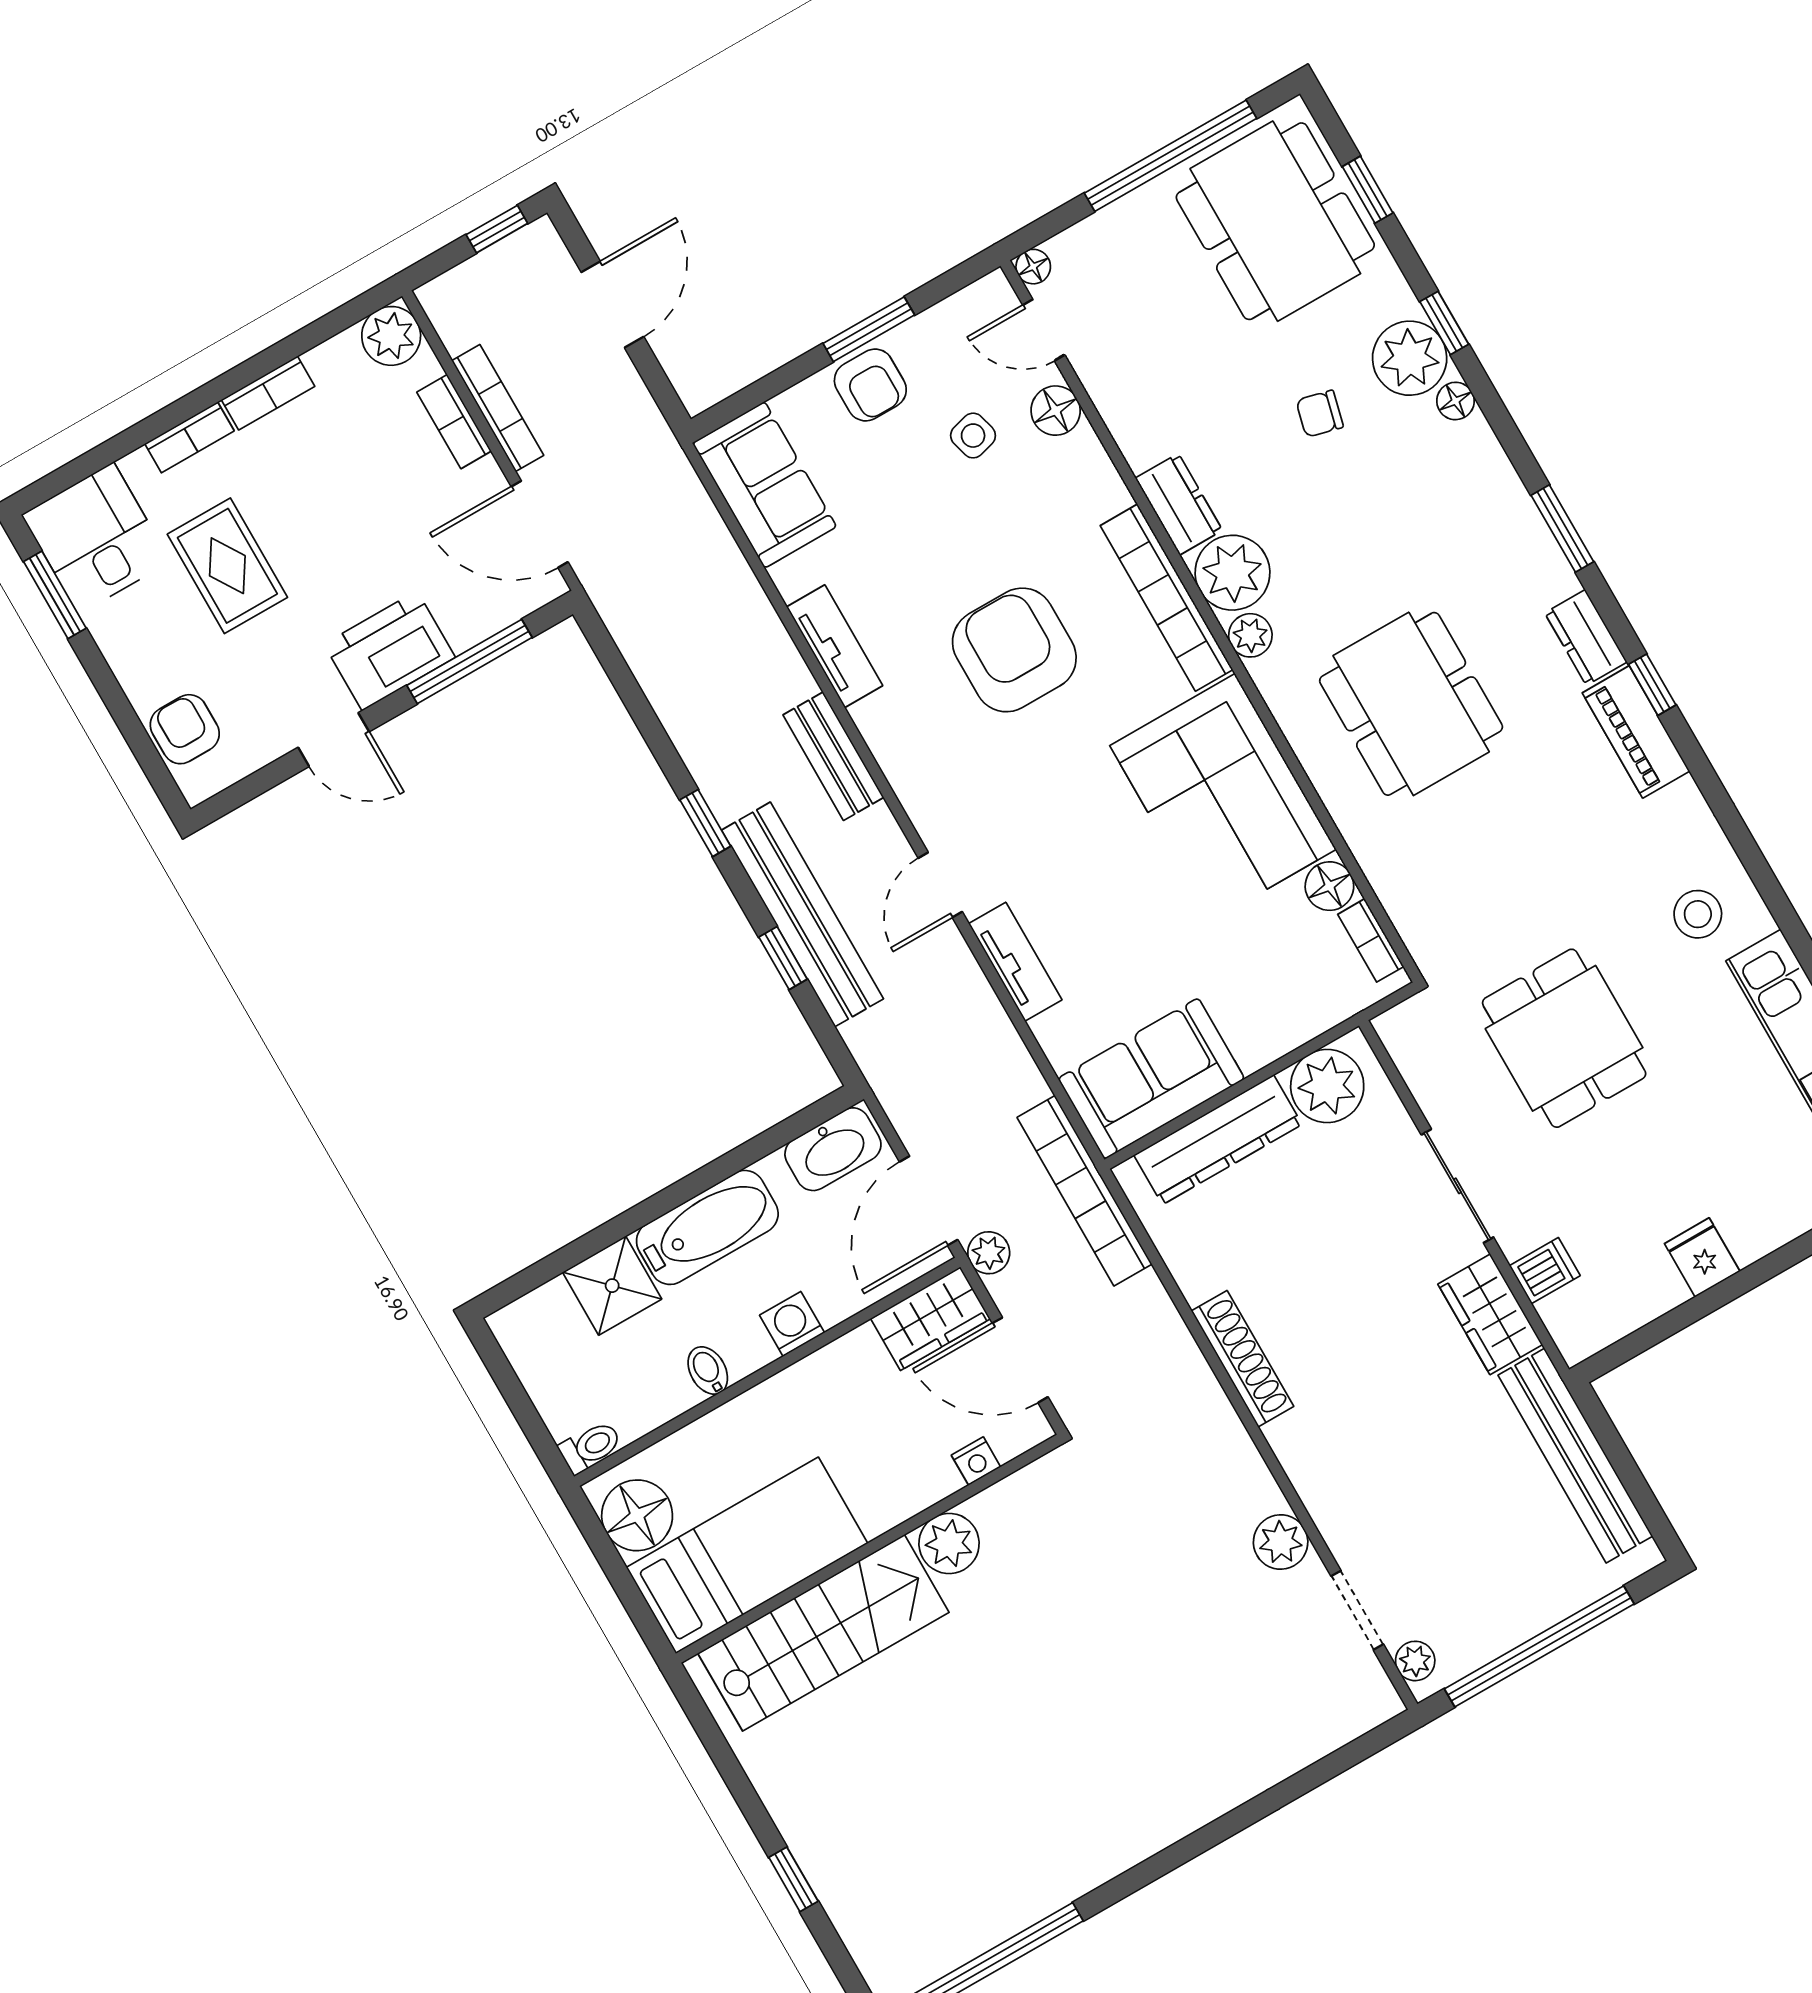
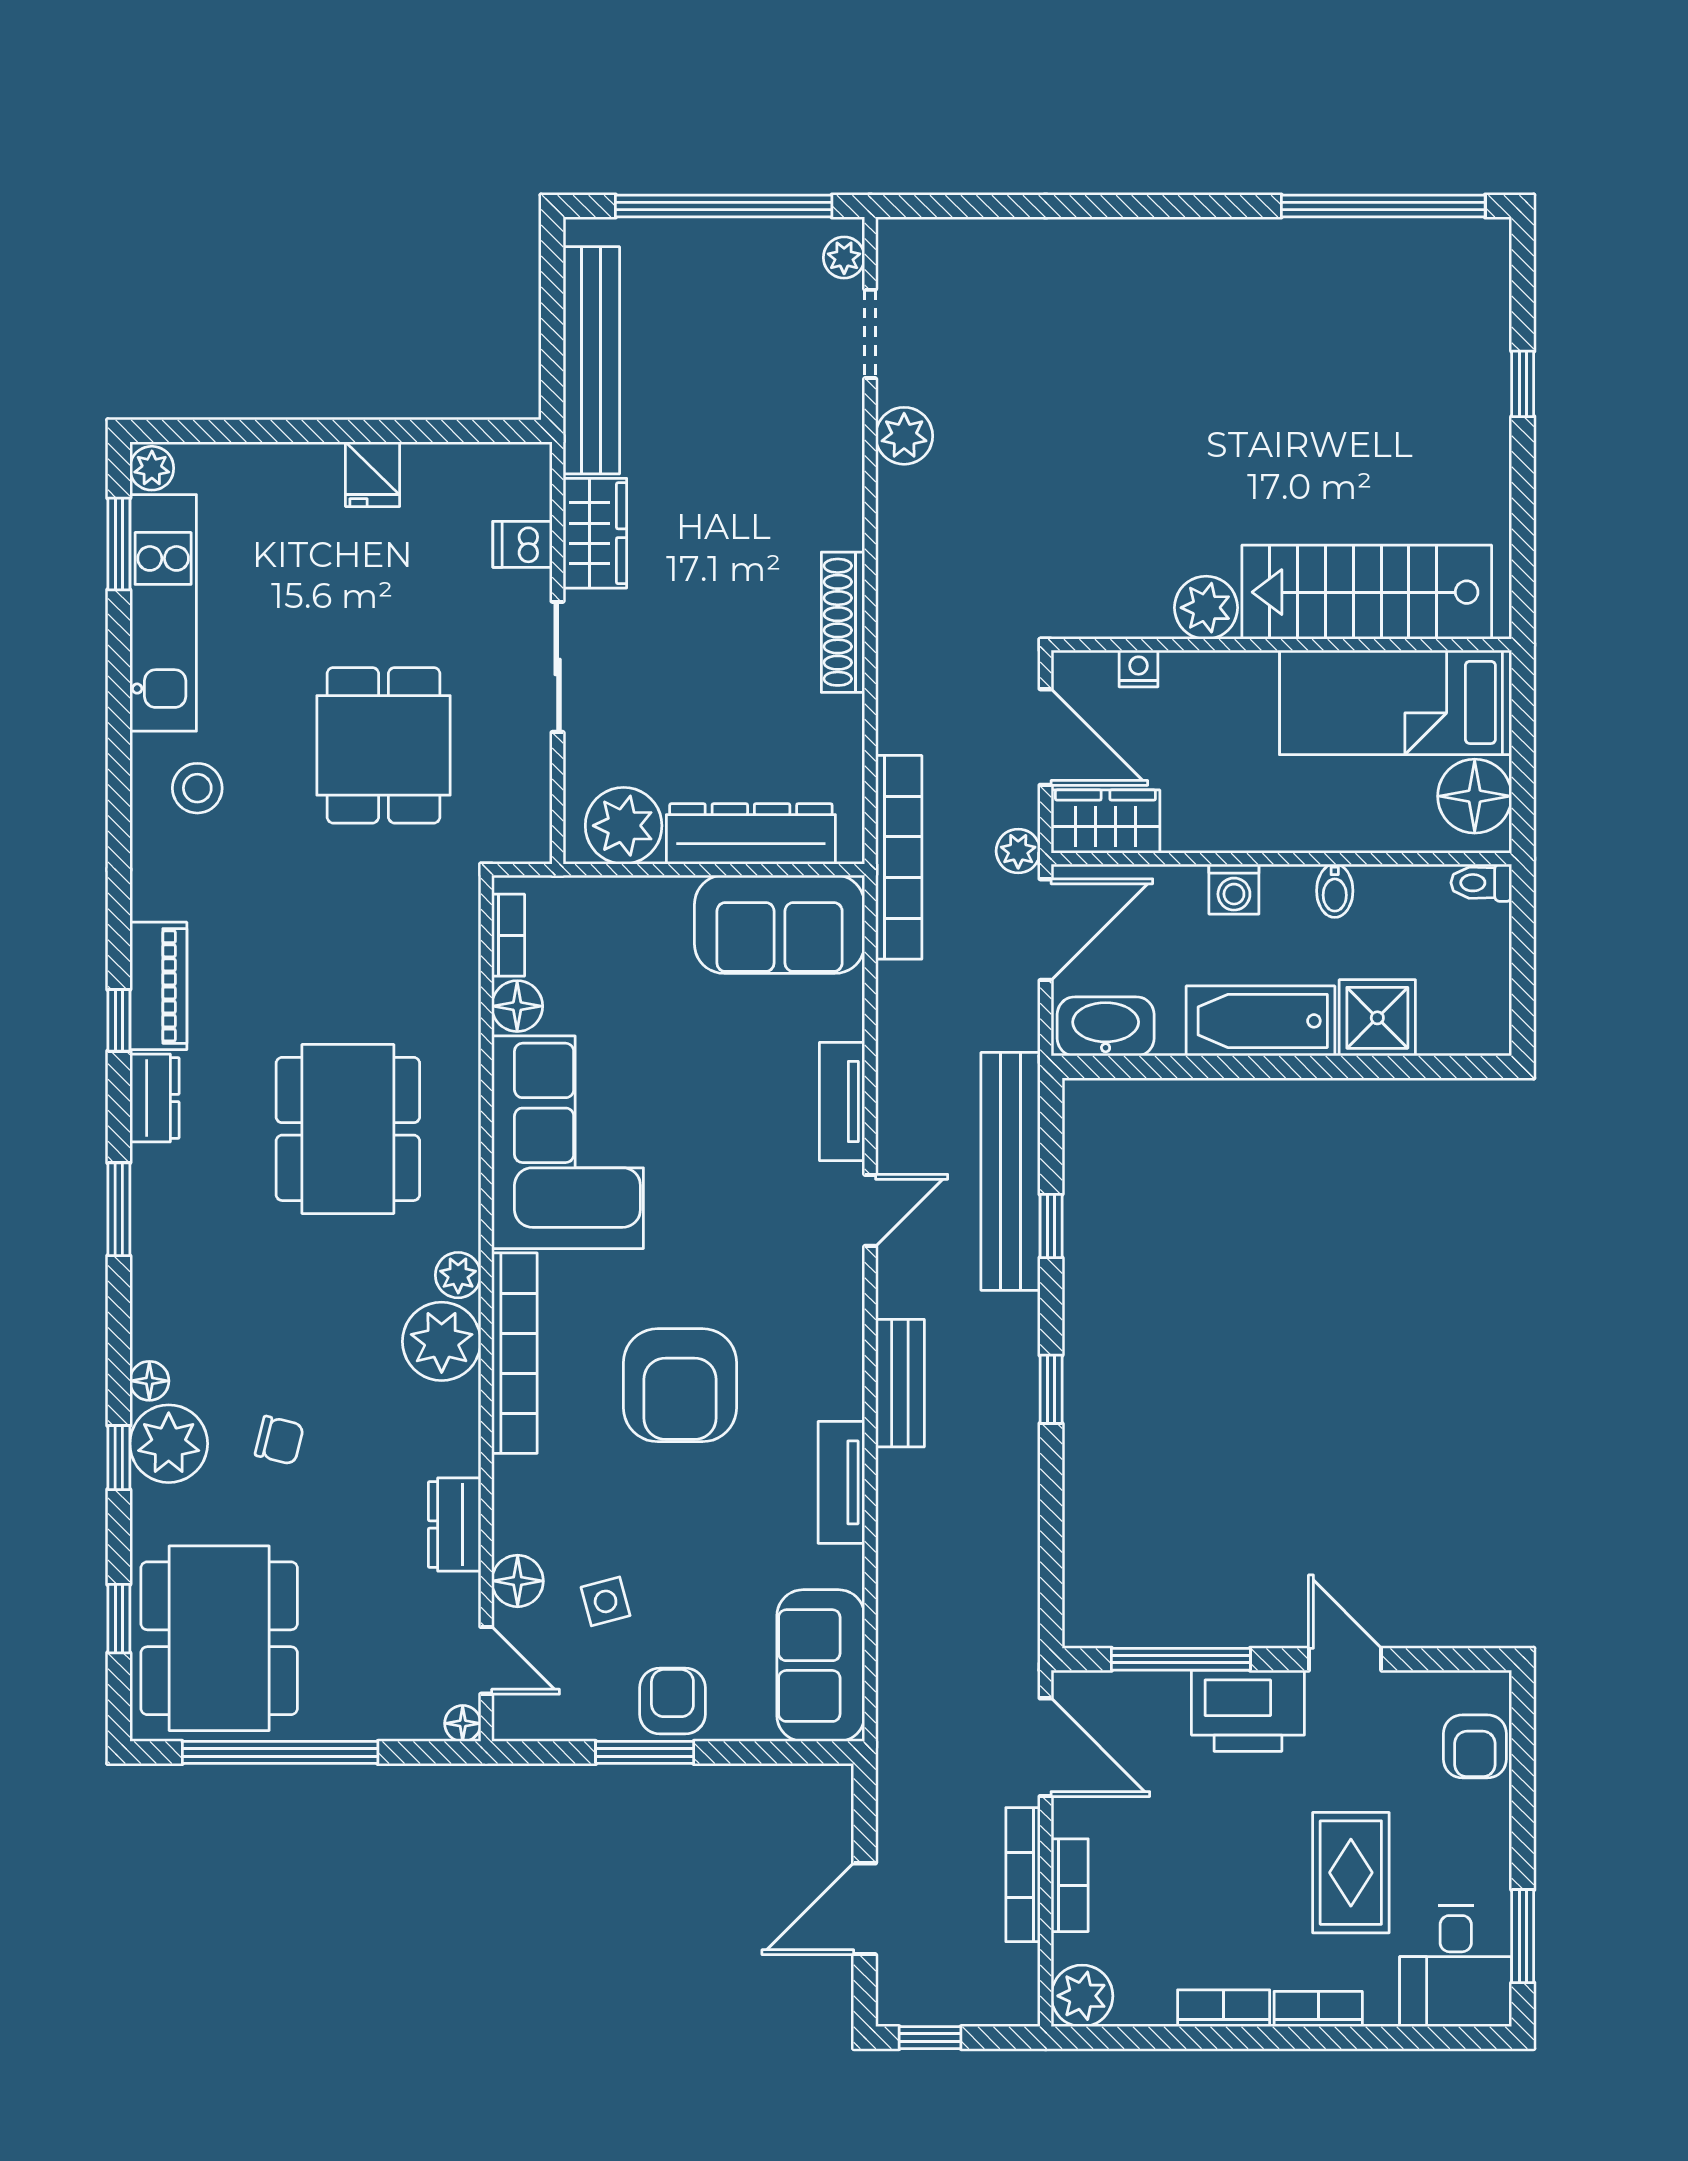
dresser: (1179, 504) -> (455, 1524), moved
bench: (803, 914) -> (1011, 1171), moved

